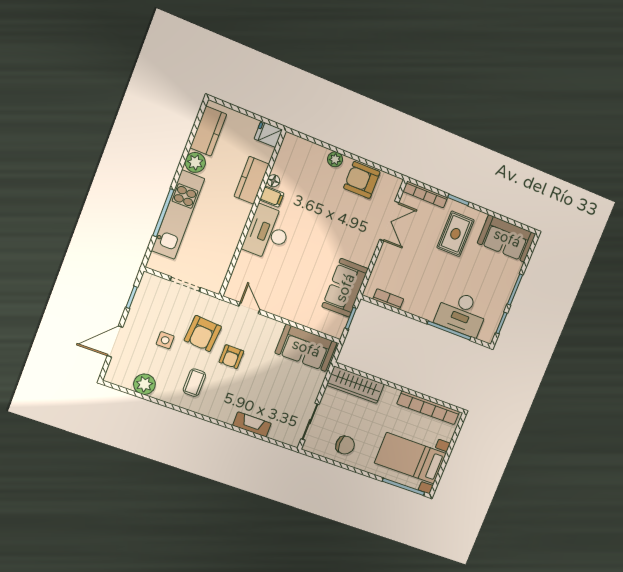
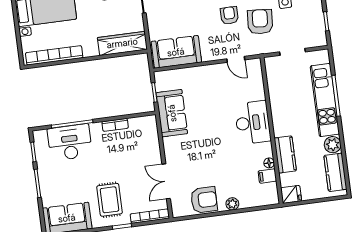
filing cabinet: (272, 197) -> (267, 176), moved
bookcase: (388, 299) -> (115, 125), moved

